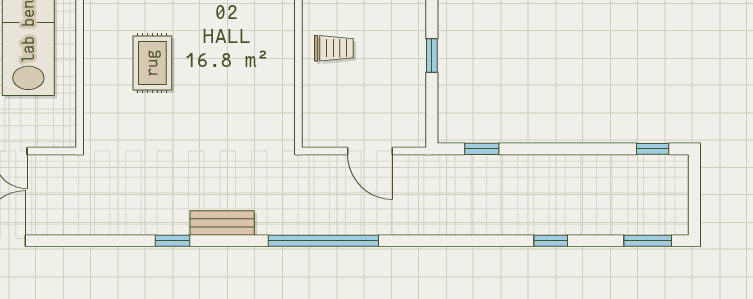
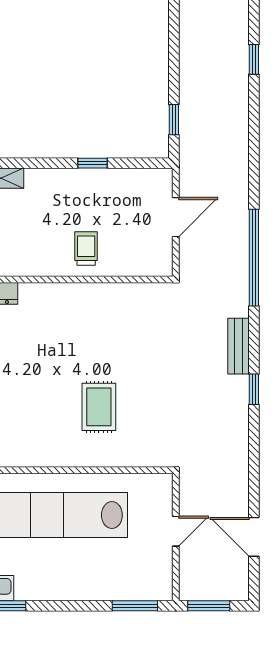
rug: (152, 63) -> (99, 407), turned 90

